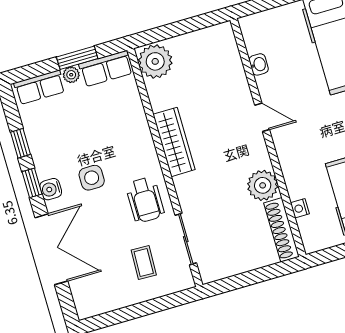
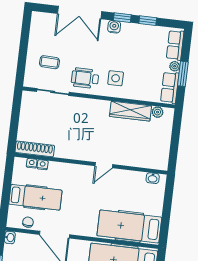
plant: (155, 61) -> (158, 112), width x0.53, depth x0.53
washbasin: (259, 64) -> (153, 178), moved
wardrobe: (174, 142) -> (130, 111), moved
side table: (92, 178) -> (116, 78), moved
plant: (263, 185) -> (65, 149), removed
nightstand: (305, 225) -> (32, 163), added

